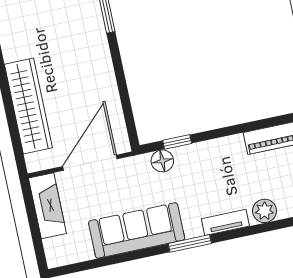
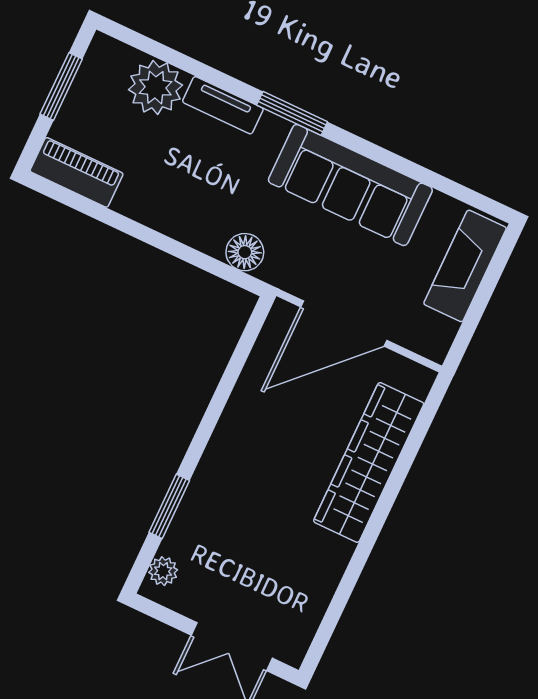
window: (177, 142) -> (206, 263), removed
fireplace: (47, 206) -> (465, 266), moved
plant: (265, 211) -> (155, 87), width x1.36, depth x1.36

